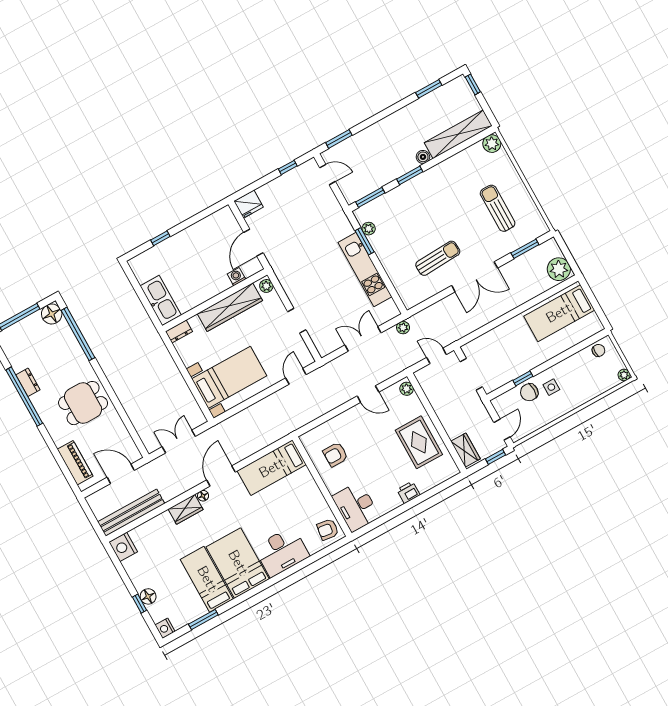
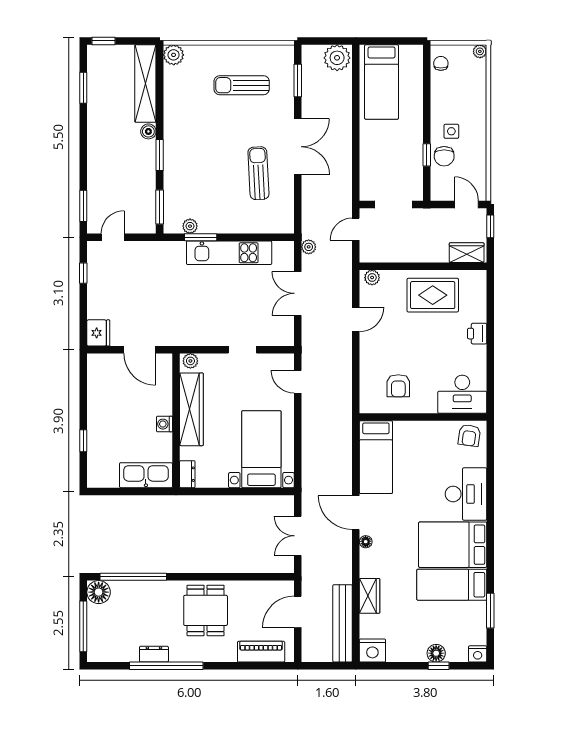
washing machine: (237, 277) -> (164, 424), moved
wardrobe: (186, 509) -> (370, 596), moved

